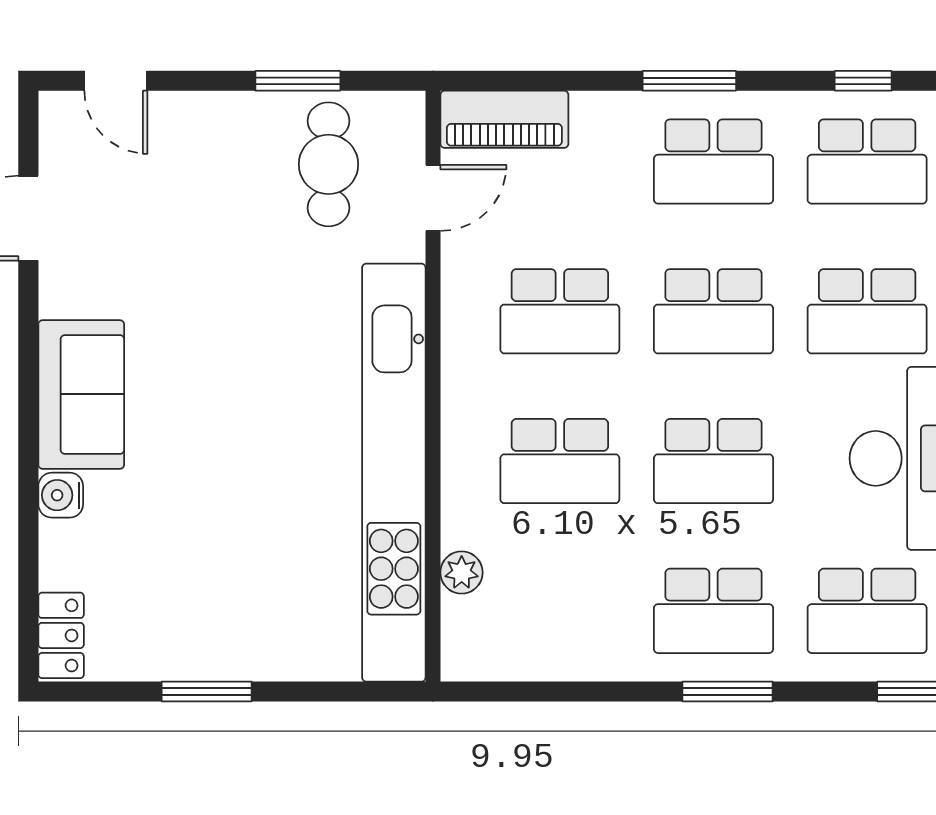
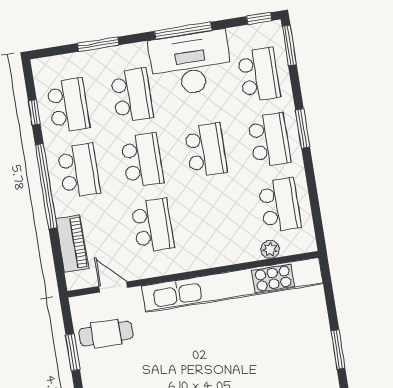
window: (689, 81) -> (46, 186), width x2.11
piano: (504, 119) -> (72, 244), moved
school desk: (560, 461) -> (280, 205), moved

